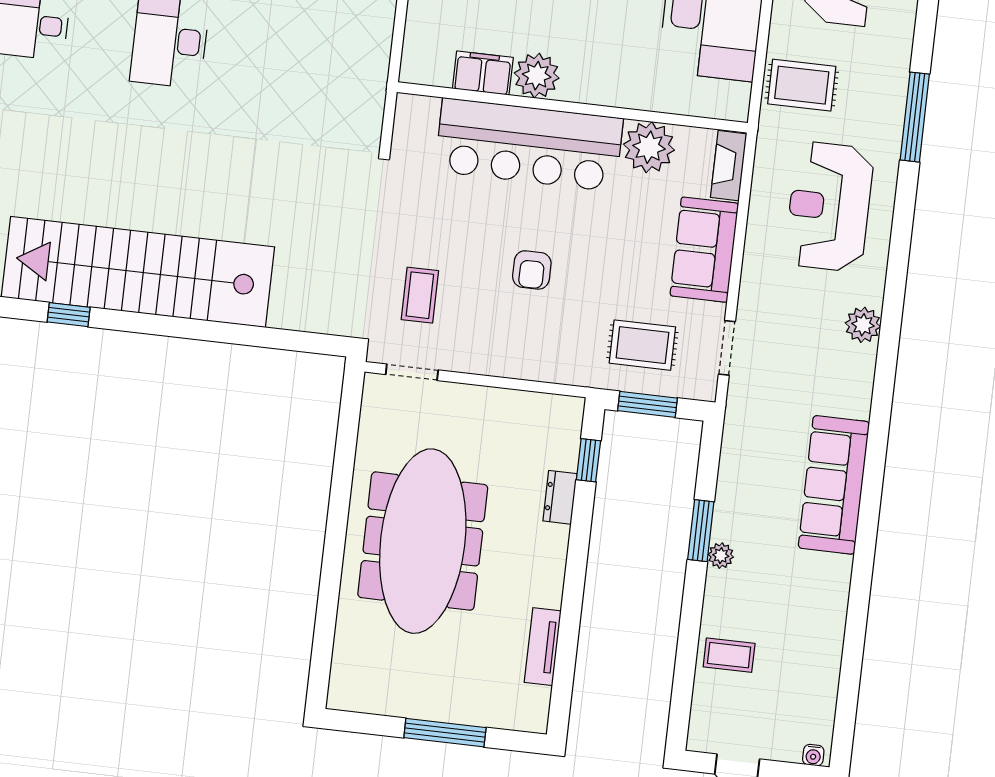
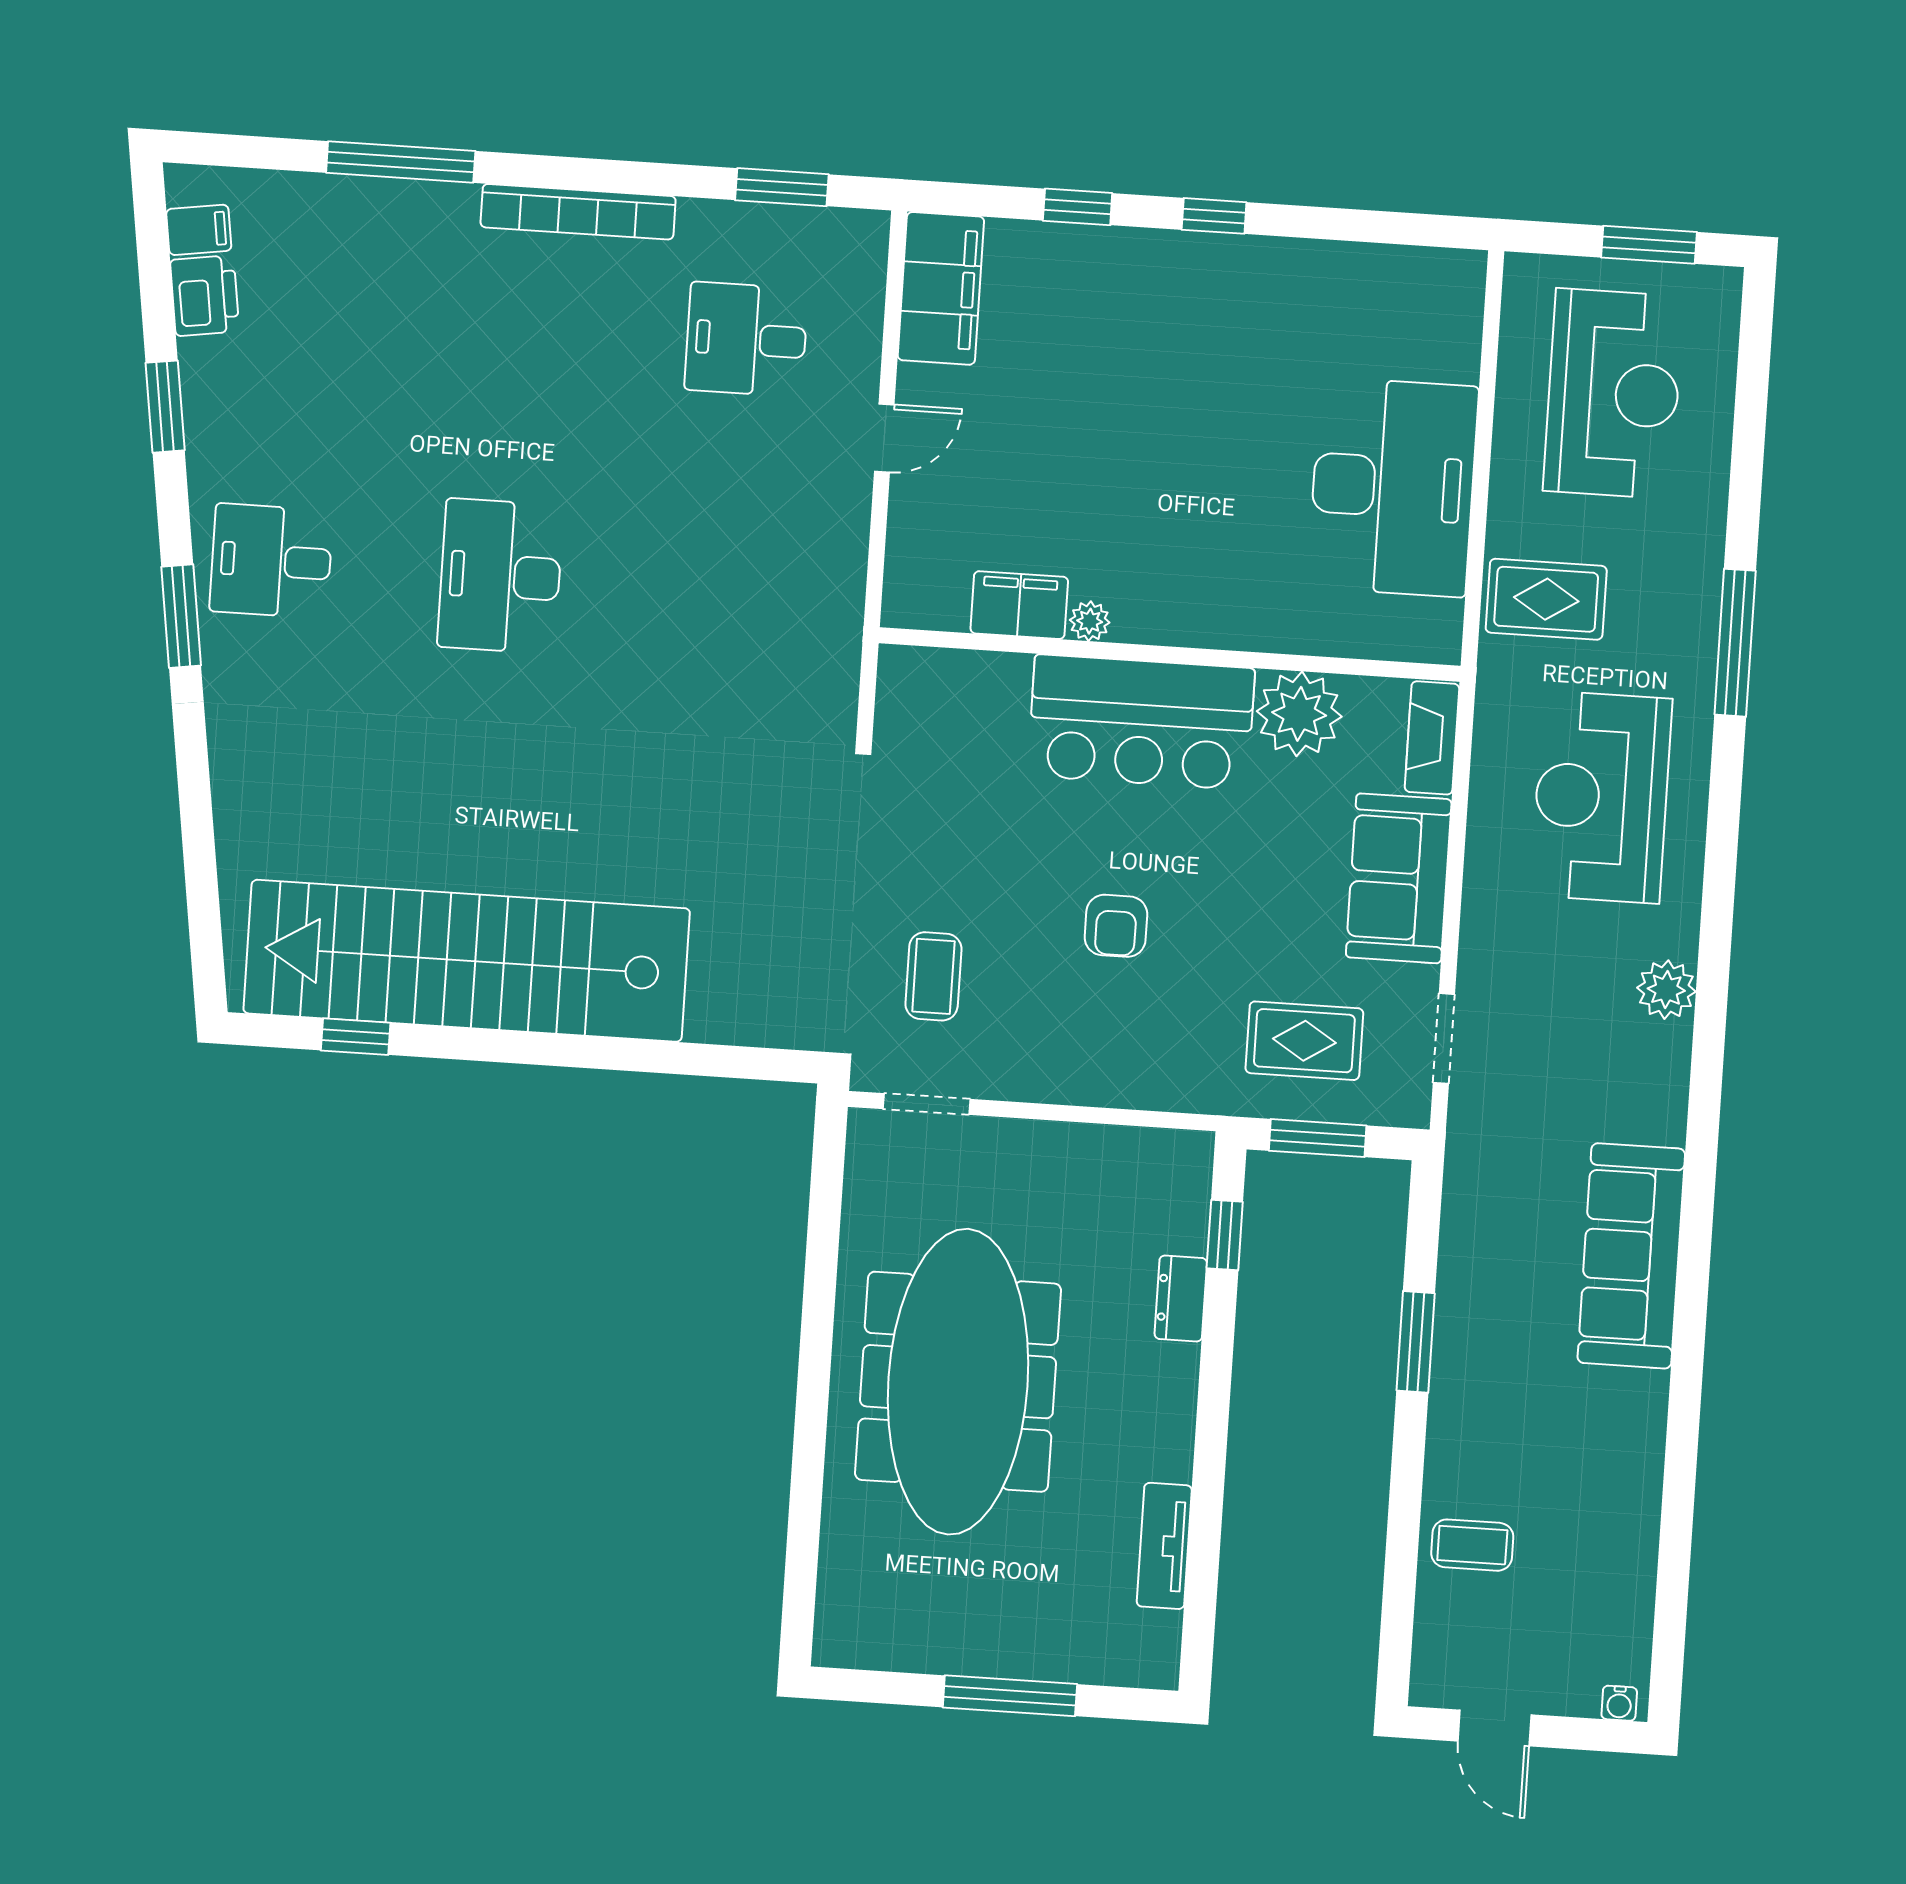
plant: (537, 76) -> (1090, 621), width x0.53, depth x0.53
bar counter: (529, 145) -> (1141, 722), width x0.73
plant: (721, 556) -> (1451, 1381), removed

